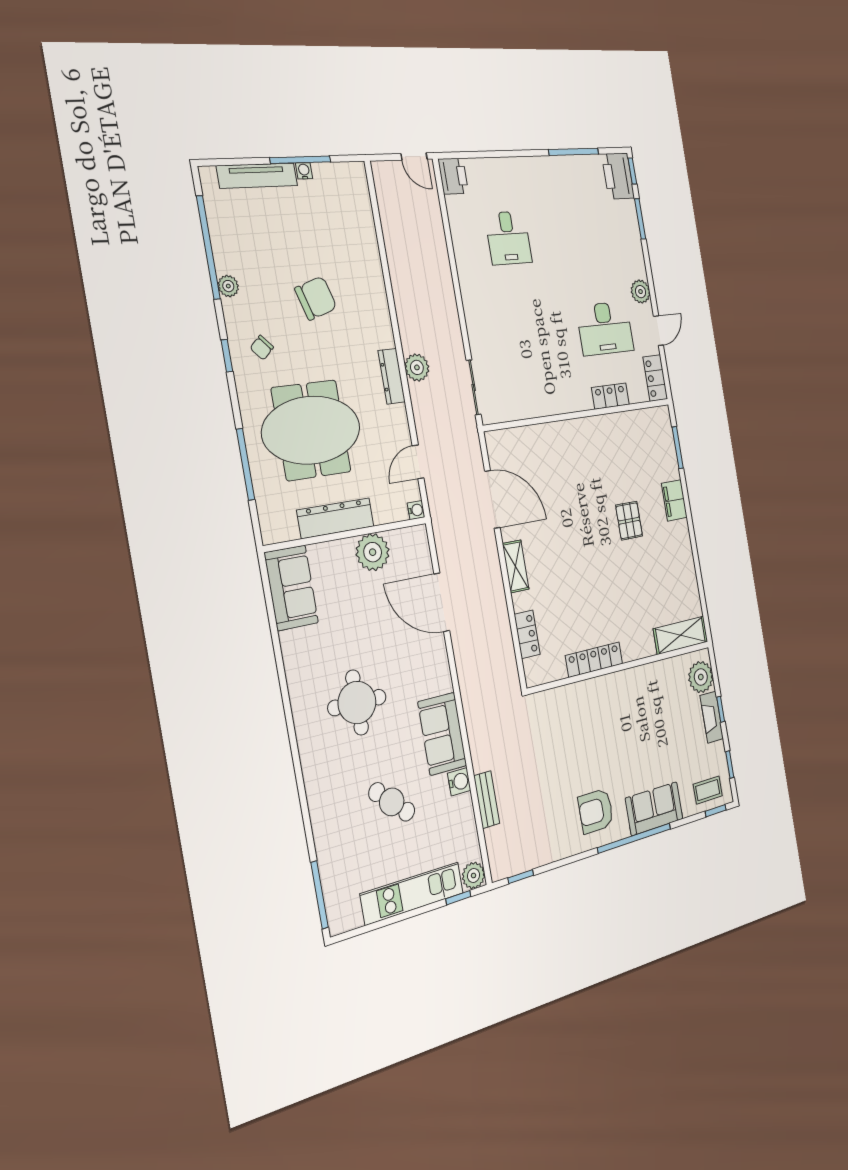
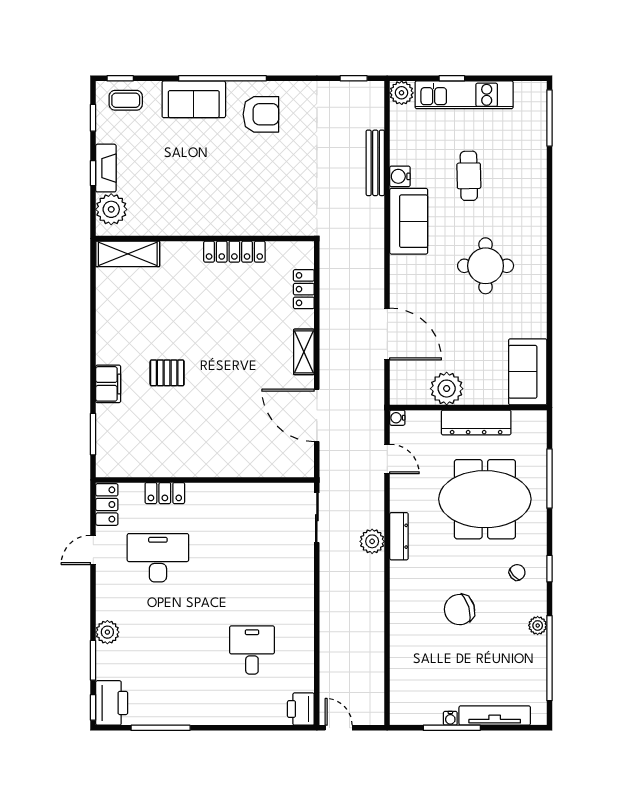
plant: (641, 292) -> (107, 632), moved
door: (418, 462) -> (387, 459), hinge flipped
pallet: (629, 521) -> (167, 373), turned 90
bench: (487, 800) -> (375, 163), width x1.36
cafe table: (392, 802) -> (469, 176), turned 46
window: (458, 898) -> (452, 78), moved

